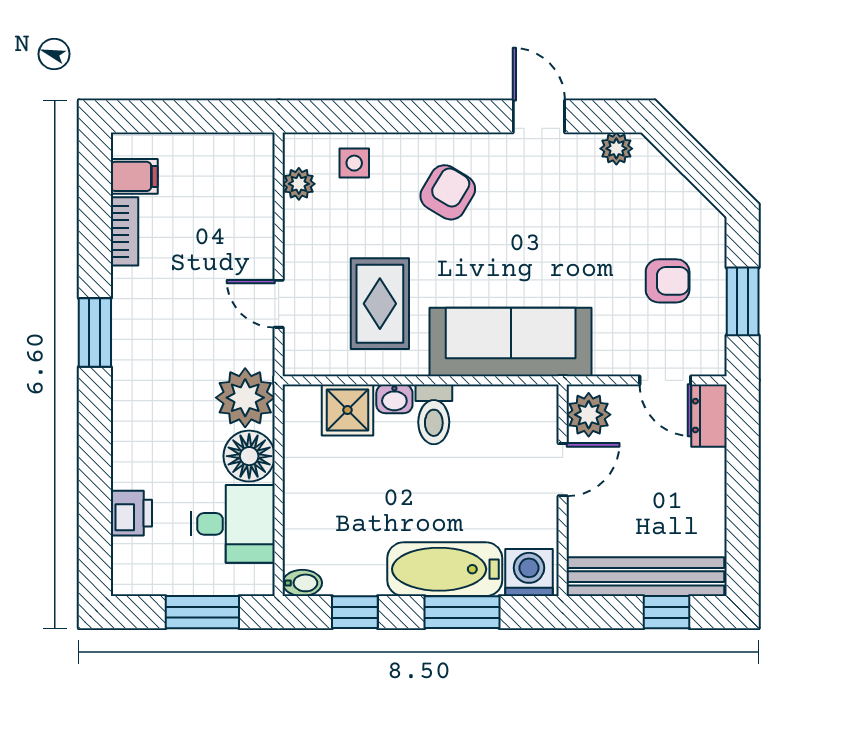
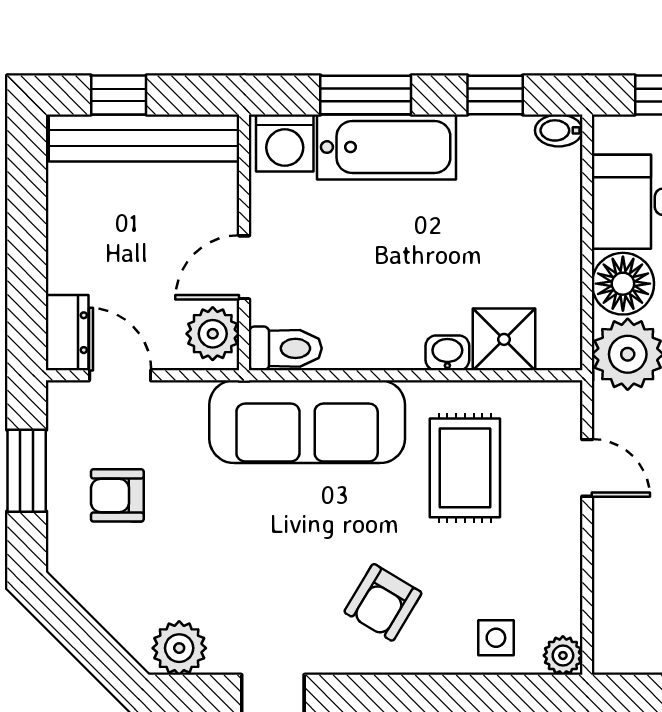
plant: (616, 149) -> (179, 648), width x1.38, depth x1.38
plant: (299, 184) -> (563, 656), moved
toilet: (434, 414) -> (285, 348), moved, turned 90

